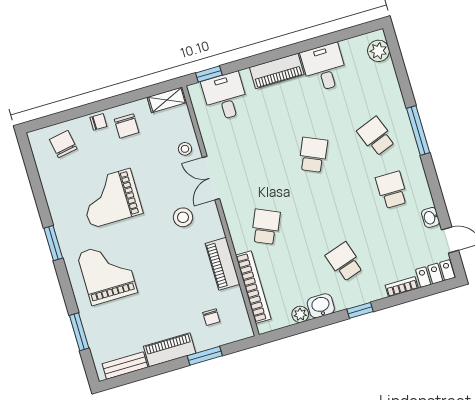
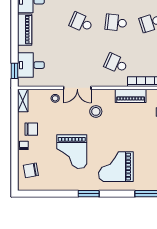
school desk: (329, 208) -> (116, 23), added

